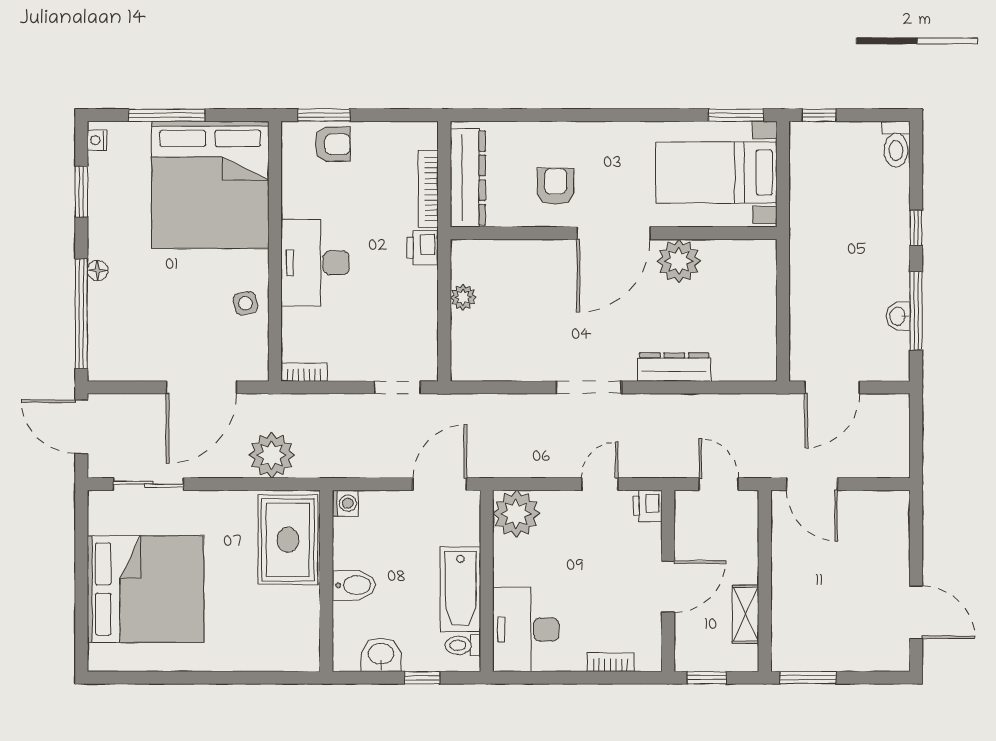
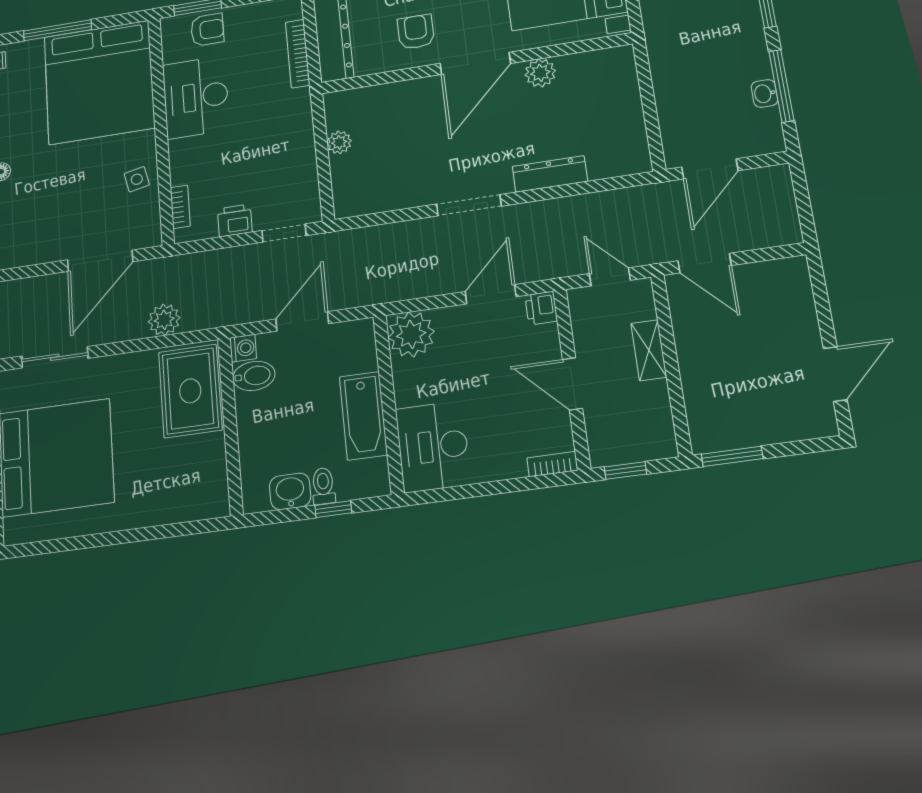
printer: (422, 248) -> (235, 220), moved, turned 90
plant: (679, 261) -> (540, 73), width x0.73, depth x0.73
desk: (315, 263) -> (196, 97), moved
bookcase: (304, 372) -> (180, 207), moved, turned 90
plant: (272, 455) -> (164, 320), width x0.73, depth x0.73
door: (440, 484) -> (302, 321), moved
door: (600, 484) -> (491, 294), width x1.38
bidet: (354, 585) -> (254, 376), moved
door: (668, 587) -> (573, 384), swing flipped
door: (916, 612) -> (835, 374), hinge flipped
shelving: (746, 614) -> (649, 350), moved
toilet: (463, 645) -> (323, 486), moved, turned 90
bookcase: (611, 662) -> (552, 464), moved

